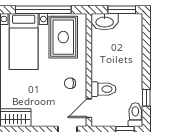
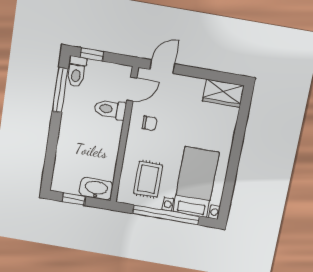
window: (122, 10) -> (74, 199), width x0.67
rug: (63, 37) -> (148, 179), width x0.73, depth x0.70
window: (146, 98) -> (60, 90), width x2.17

